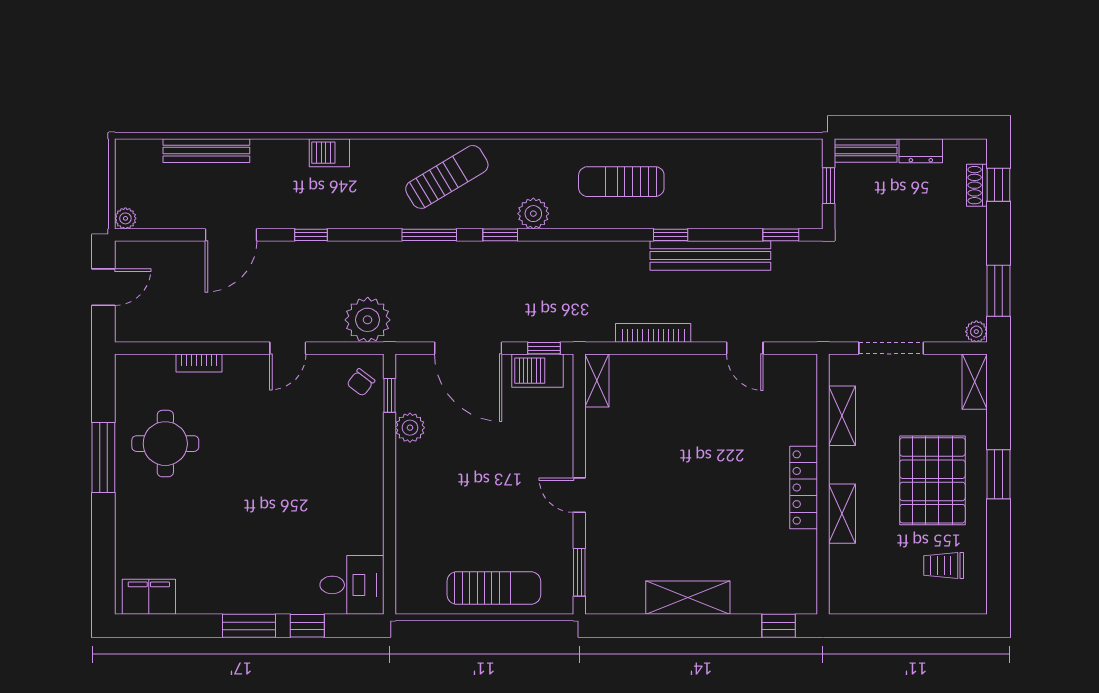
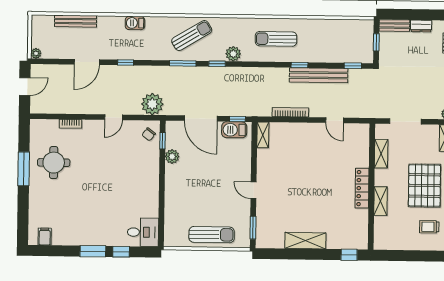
filing cabinet: (149, 597) -> (45, 237), width x0.50

